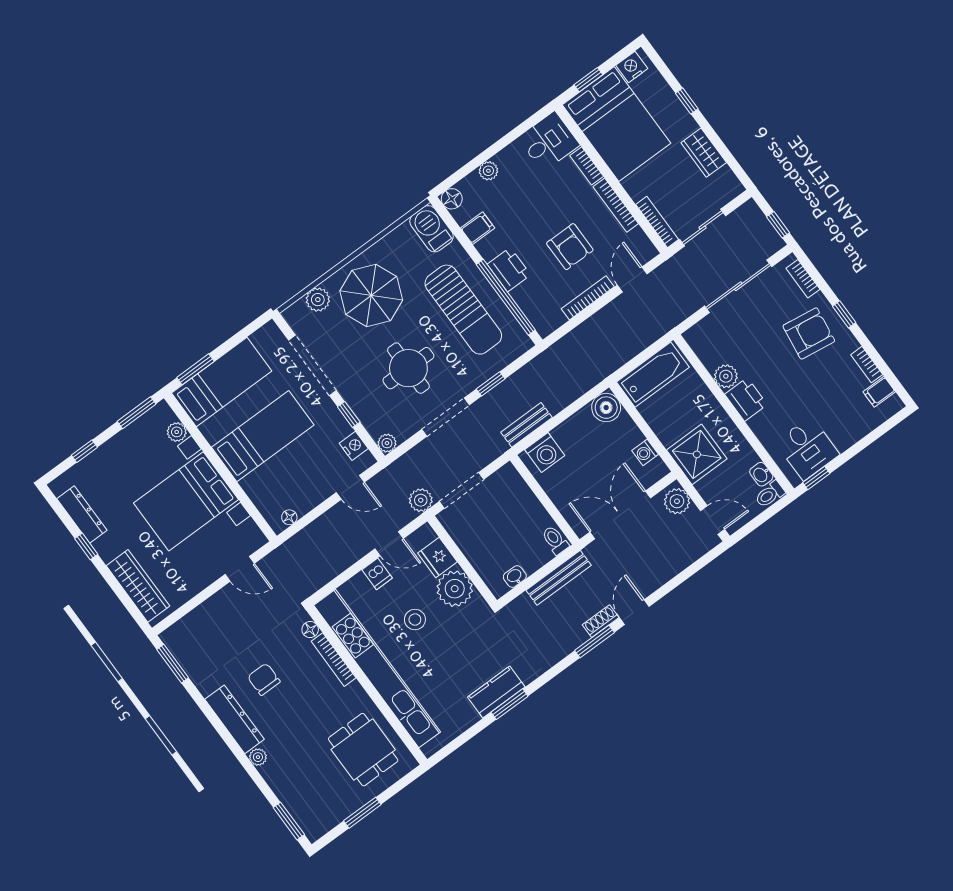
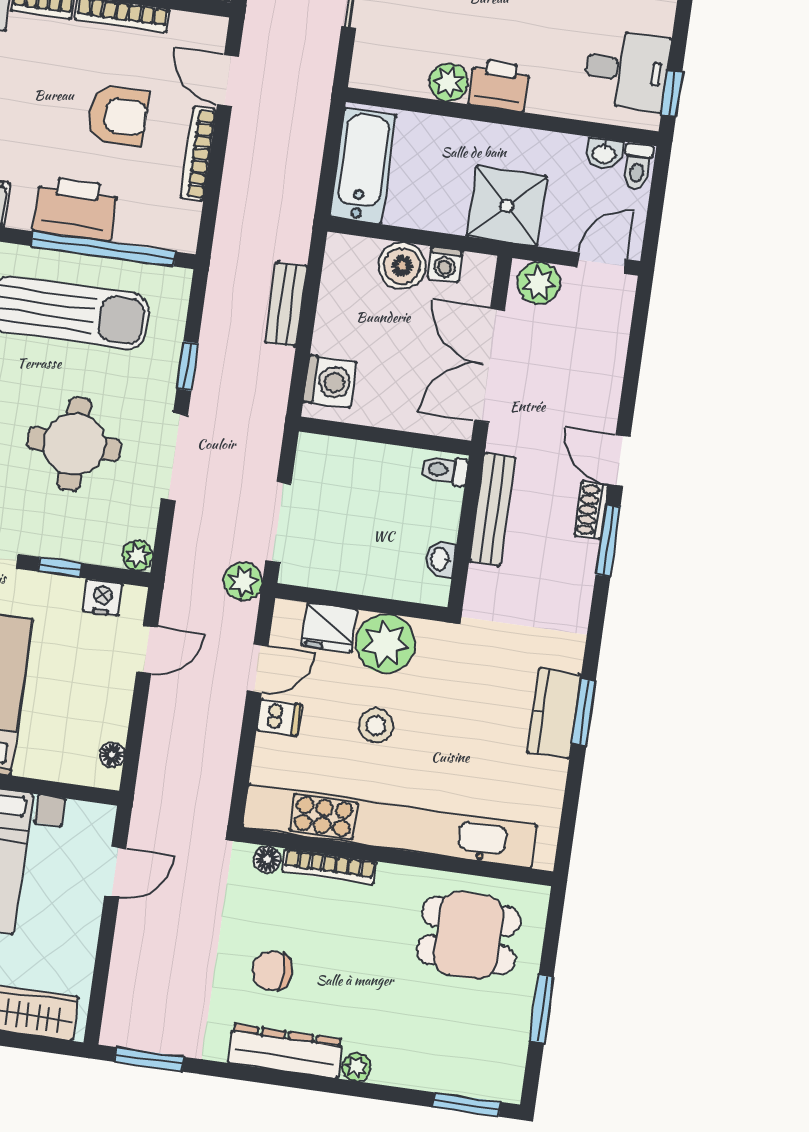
printer: (509, 270) -> (75, 209), width x1.37, depth x1.19
boiler: (606, 408) -> (402, 266), moved
bench: (526, 425) -> (286, 304), moved

